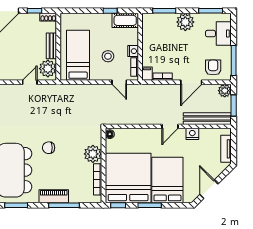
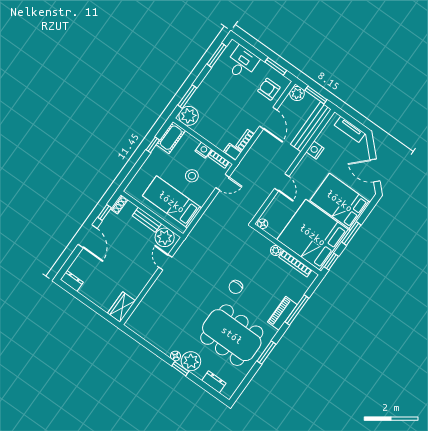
plant: (185, 22) -> (189, 116), moved
window: (234, 60) -> (276, 66), width x0.69
door: (170, 126) -> (282, 182), moved
plant: (93, 154) -> (276, 250), width x0.53, depth x0.53

